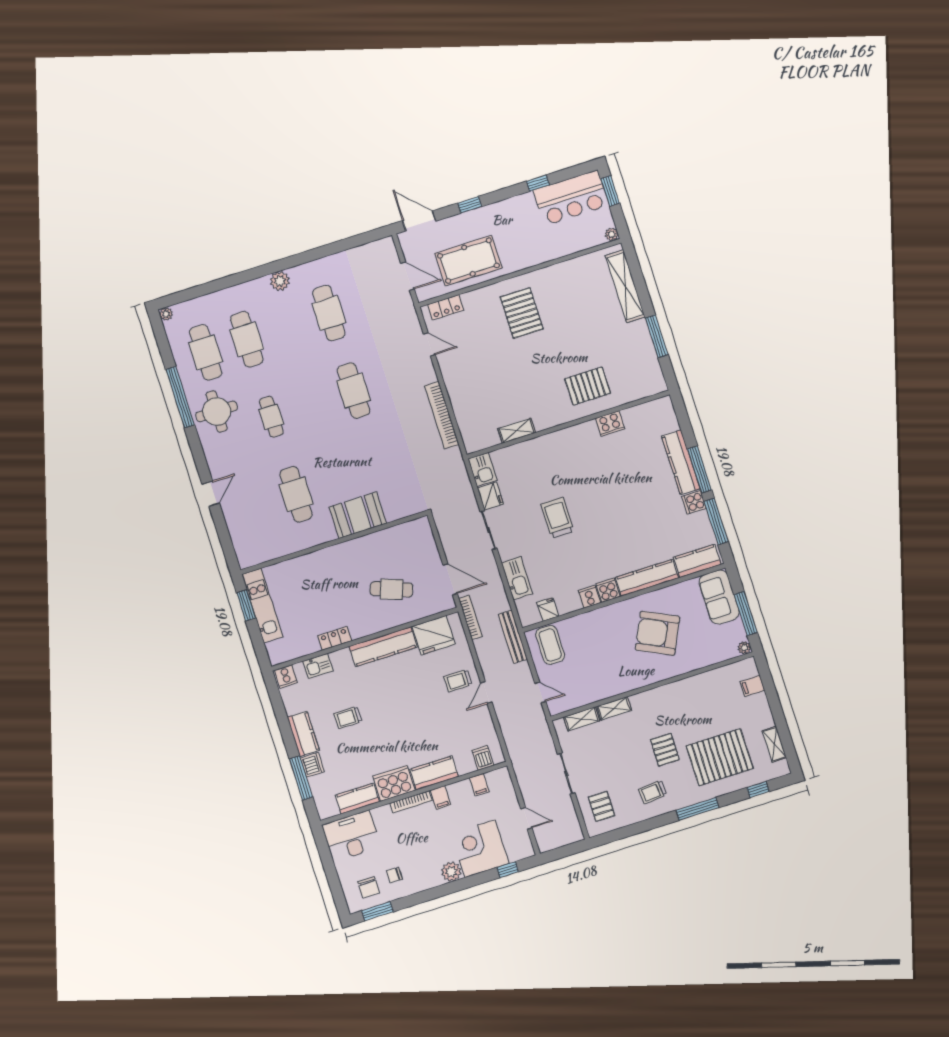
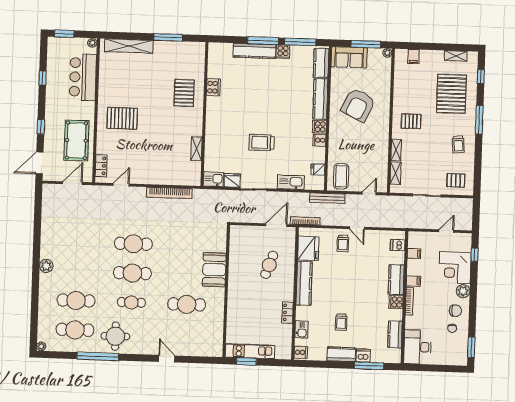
bar counter: (571, 198) -> (83, 77), moved, turned 180
cafe table: (329, 313) -> (132, 273), moved
coffee table: (550, 645) -> (341, 176), turned 90
pallet: (665, 750) -> (411, 121), moved
cooker: (394, 783) -> (396, 302), width x0.53, depth x0.76
chair: (369, 887) -> (455, 311), moved

